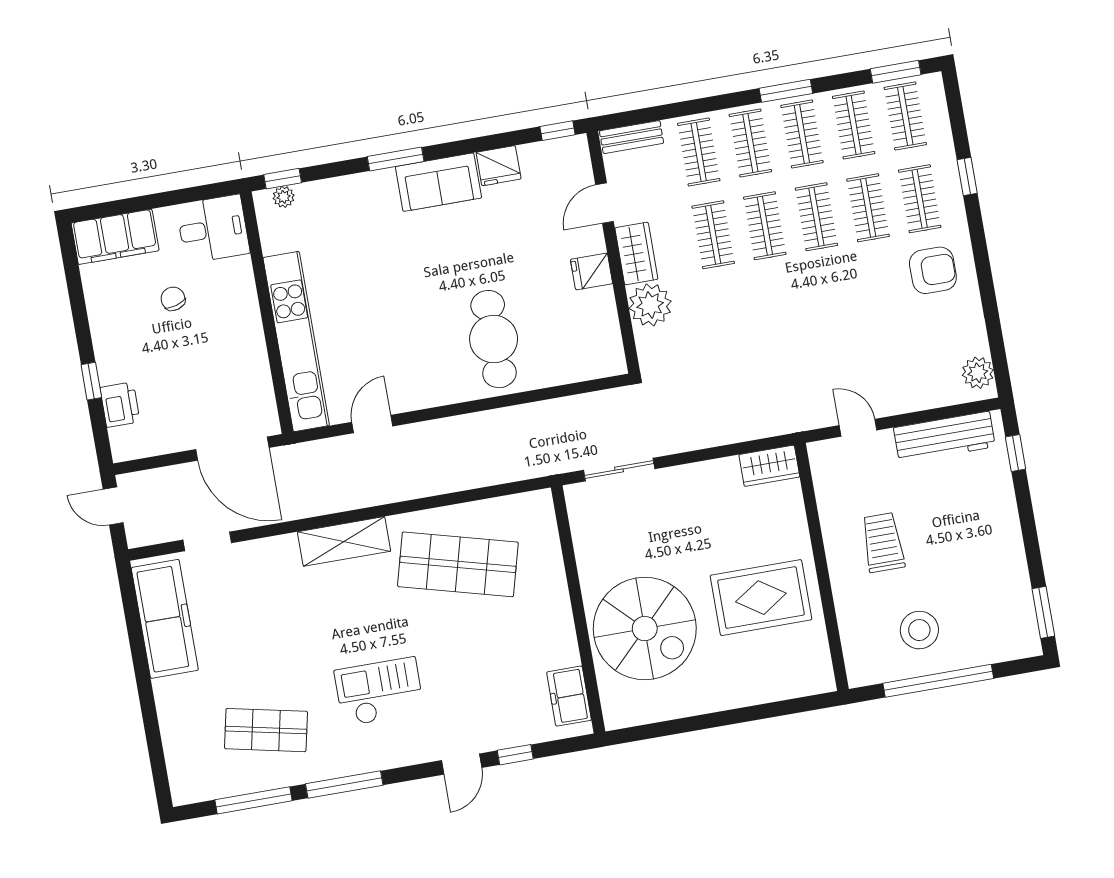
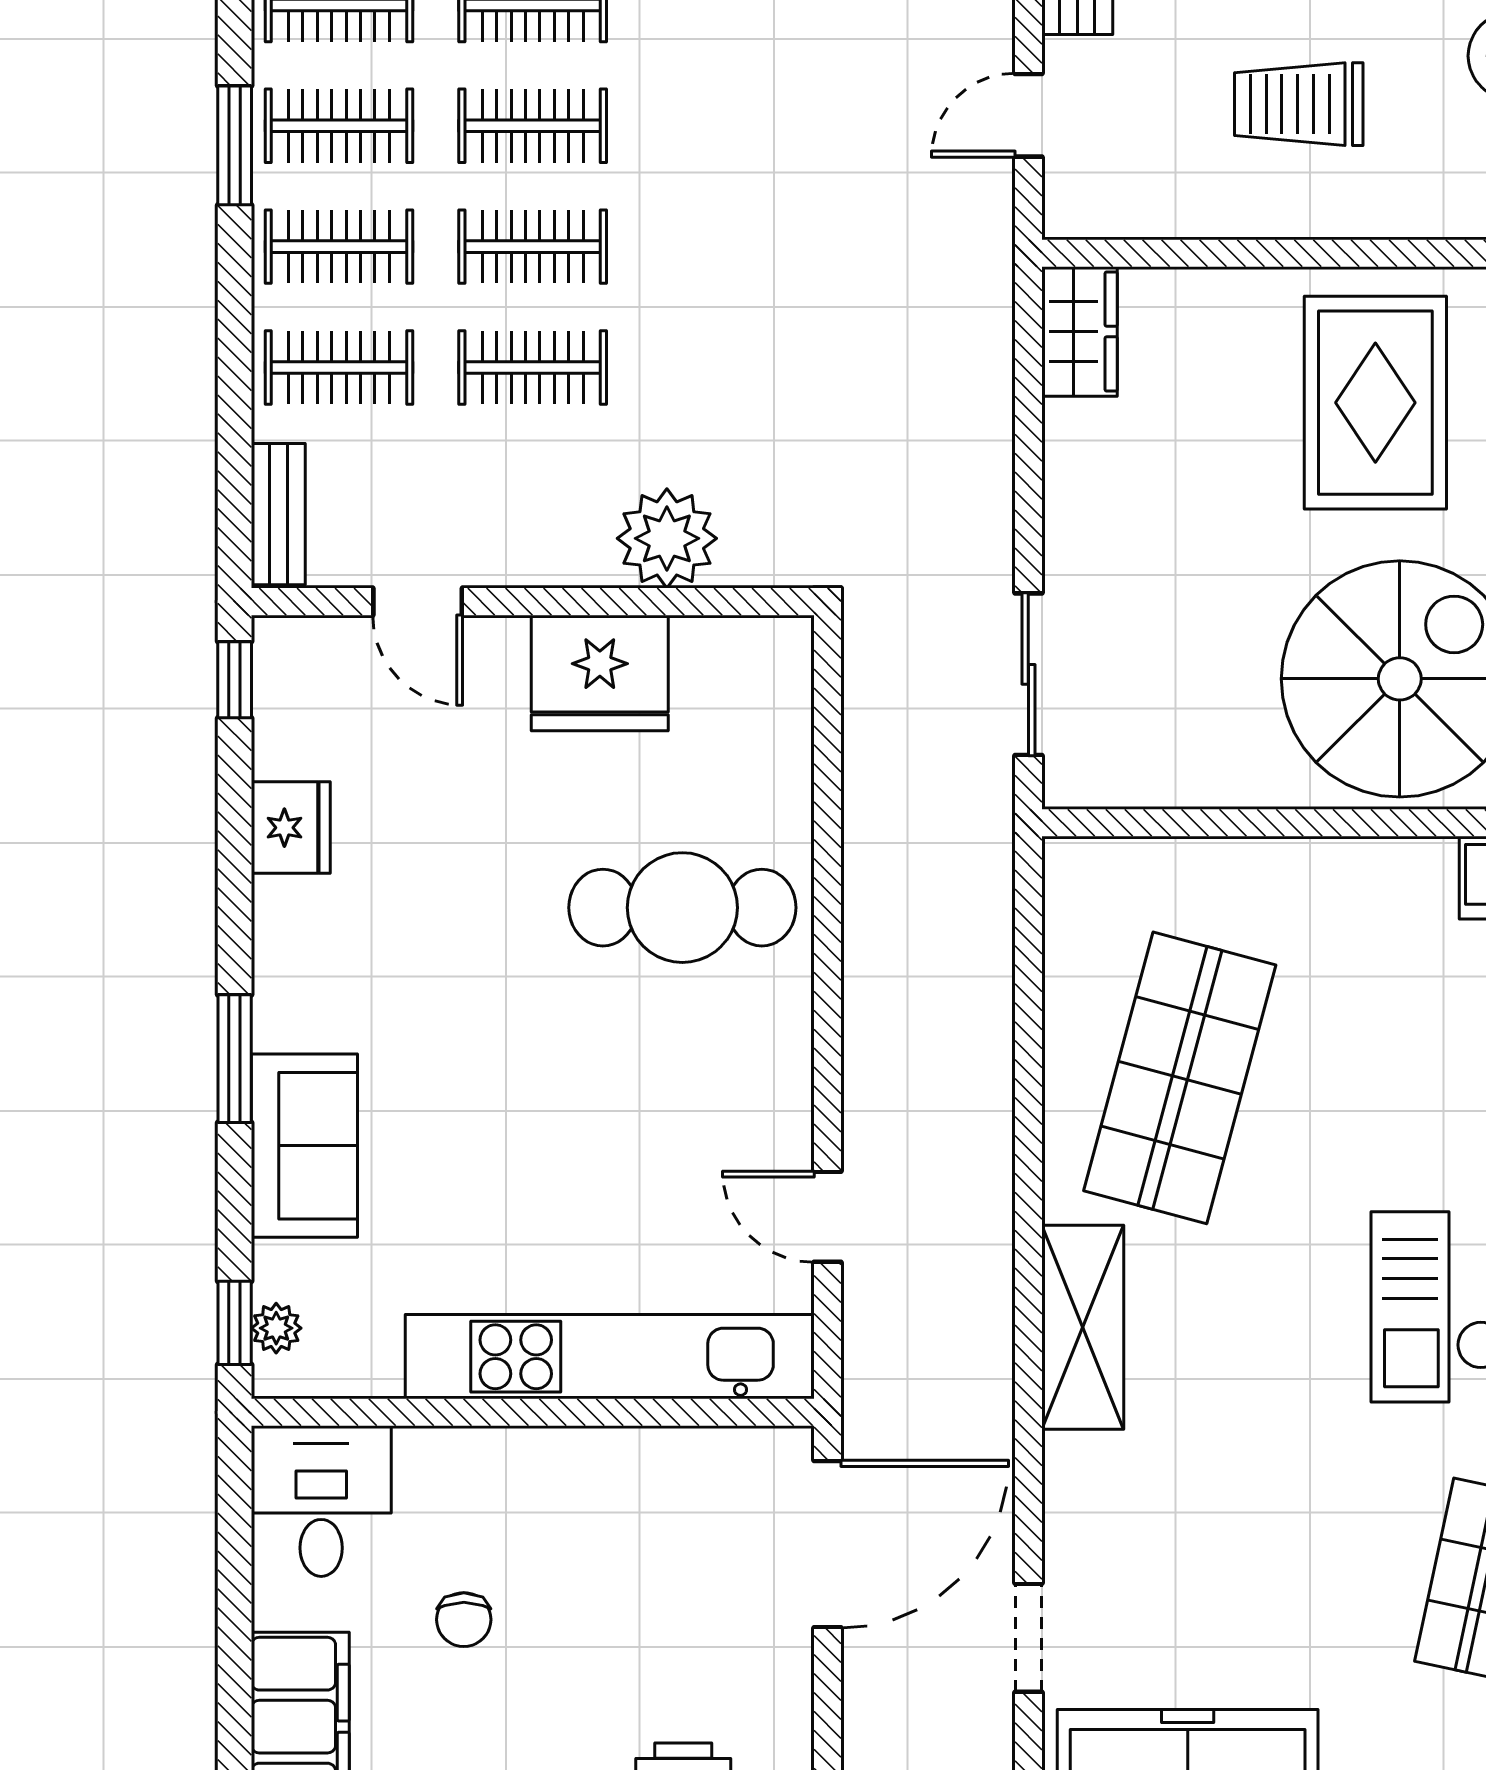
sofa: (438, 182) -> (304, 1146), moved
wardrobe: (636, 254) -> (545, 549), removed
fridge: (592, 271) -> (600, 673), width x1.88, depth x1.34
chair: (173, 299) -> (464, 1620), turned -74

